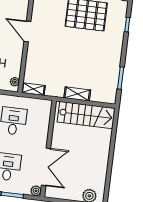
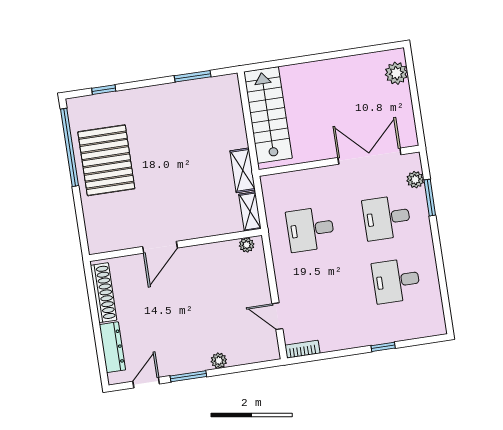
shelving: (77, 94) -> (243, 170), moved
plant: (36, 191) -> (415, 180), moved

